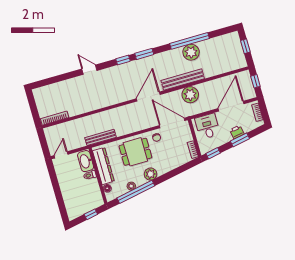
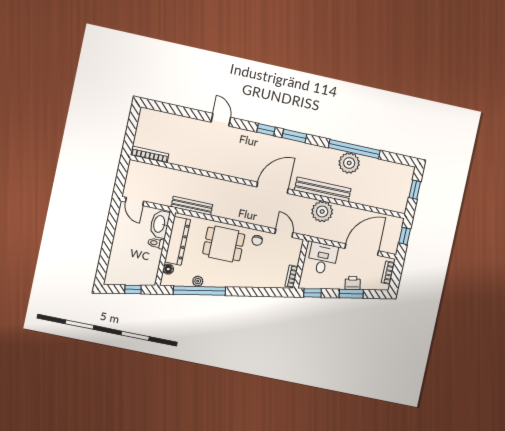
door: (172, 123) -> (284, 233), width x0.53
door: (61, 155) -> (135, 202), swing flipped
plant: (151, 174) -> (228, 279), removed

